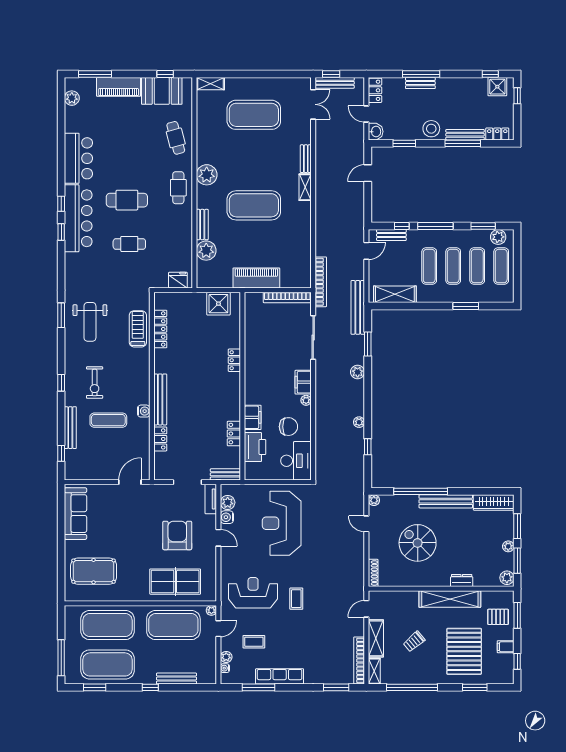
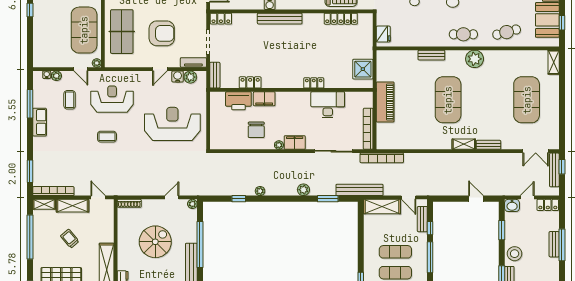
plant: (206, 251) -> (409, 58), removed
shelving: (395, 294) -> (382, 207), moved, turned 90
locker: (160, 439) -> (221, 19), moved
desk: (296, 461) -> (328, 105), moved, turned 180
reception desk: (253, 593) -> (112, 99), turned -90
row of seats: (280, 676) -> (40, 122), width x0.68
bench: (177, 678) -> (38, 33), removed

